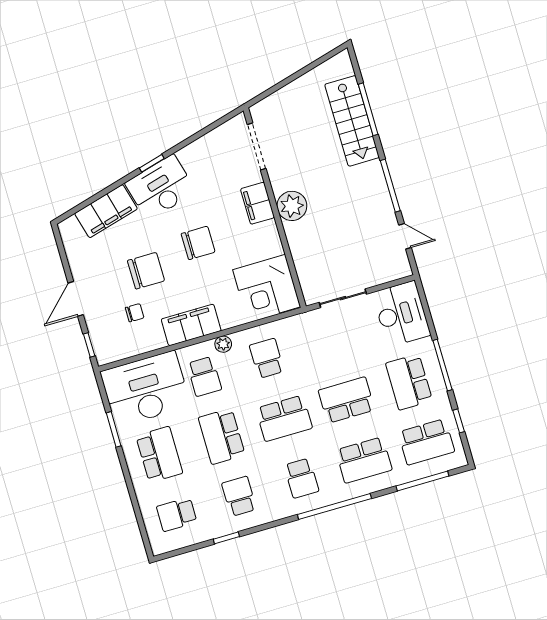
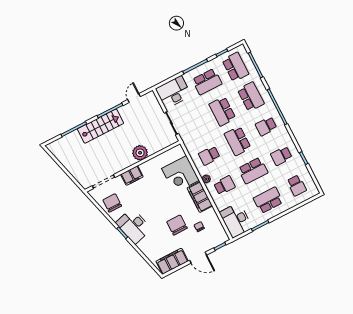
stairs: (352, 121) -> (100, 126), moved
plant: (292, 206) -> (140, 153), moved
filing cabinet: (106, 211) -> (172, 261), moved, turned -75
chair: (198, 243) -> (112, 203), moved
corner desk: (267, 288) -> (180, 174), moved, turned 90
desk: (145, 389) -> (236, 220), width x0.73, depth x0.77
school desk: (284, 418) -> (238, 141), turned 180
school desk: (302, 478) -> (266, 126), turned 180

